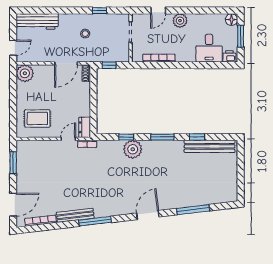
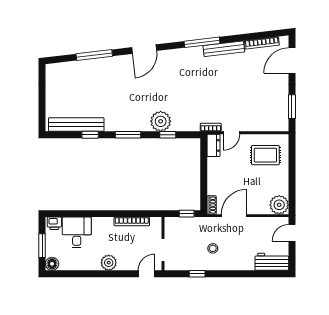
door: (158, 10) -> (146, 274), moved
workbench: (37, 21) -> (272, 262), width x0.73

